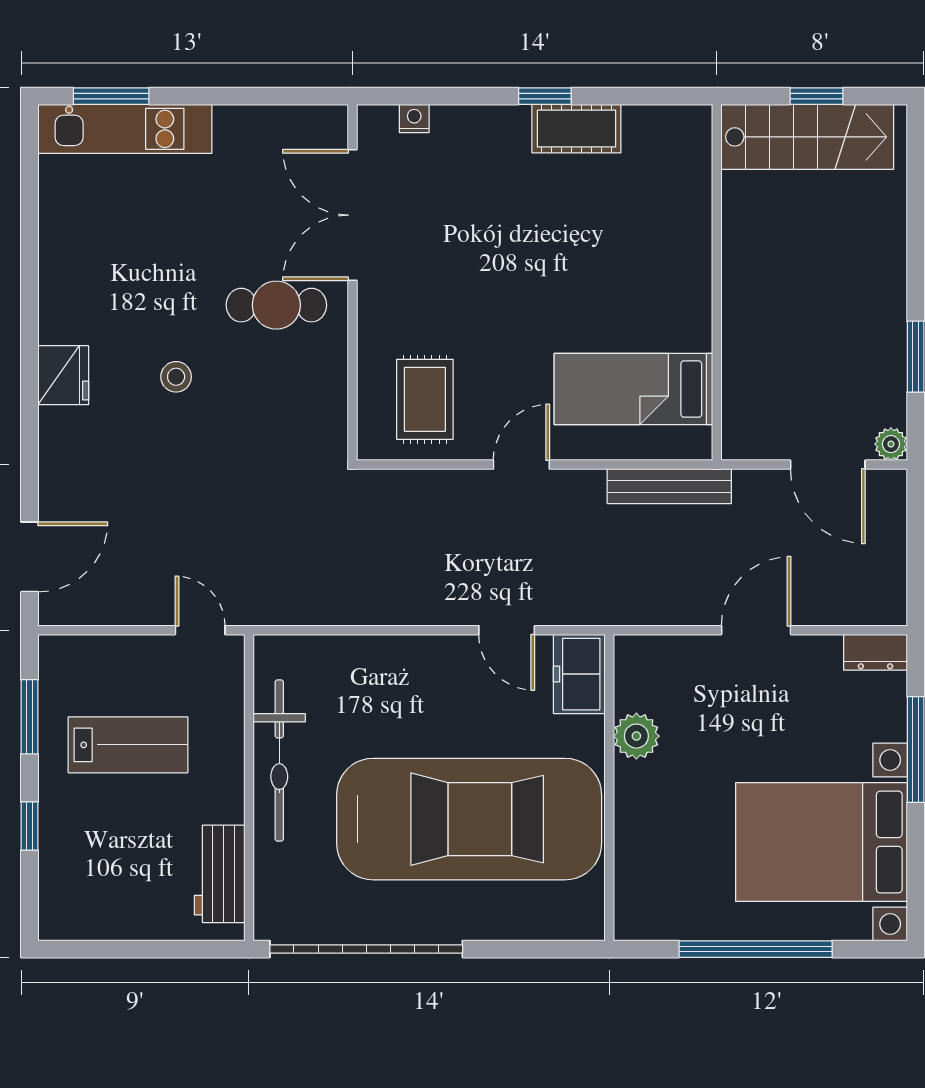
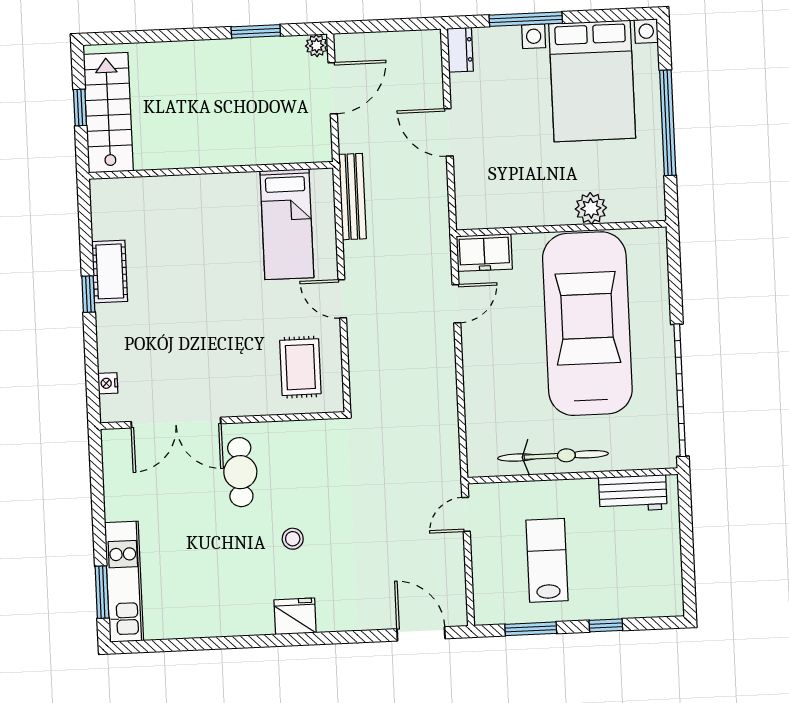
rug: (425, 399) -> (300, 367), turned 90
plant: (636, 736) -> (591, 208), moved

